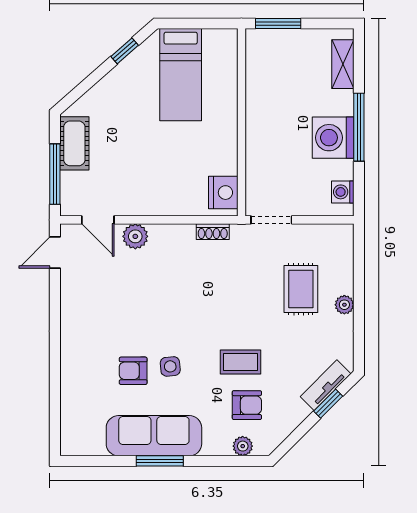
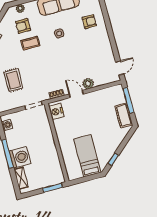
washing machine: (333, 138) -> (20, 157), moved
door: (98, 220) -> (76, 94), moved
armchair: (133, 371) -> (89, 22), moved

